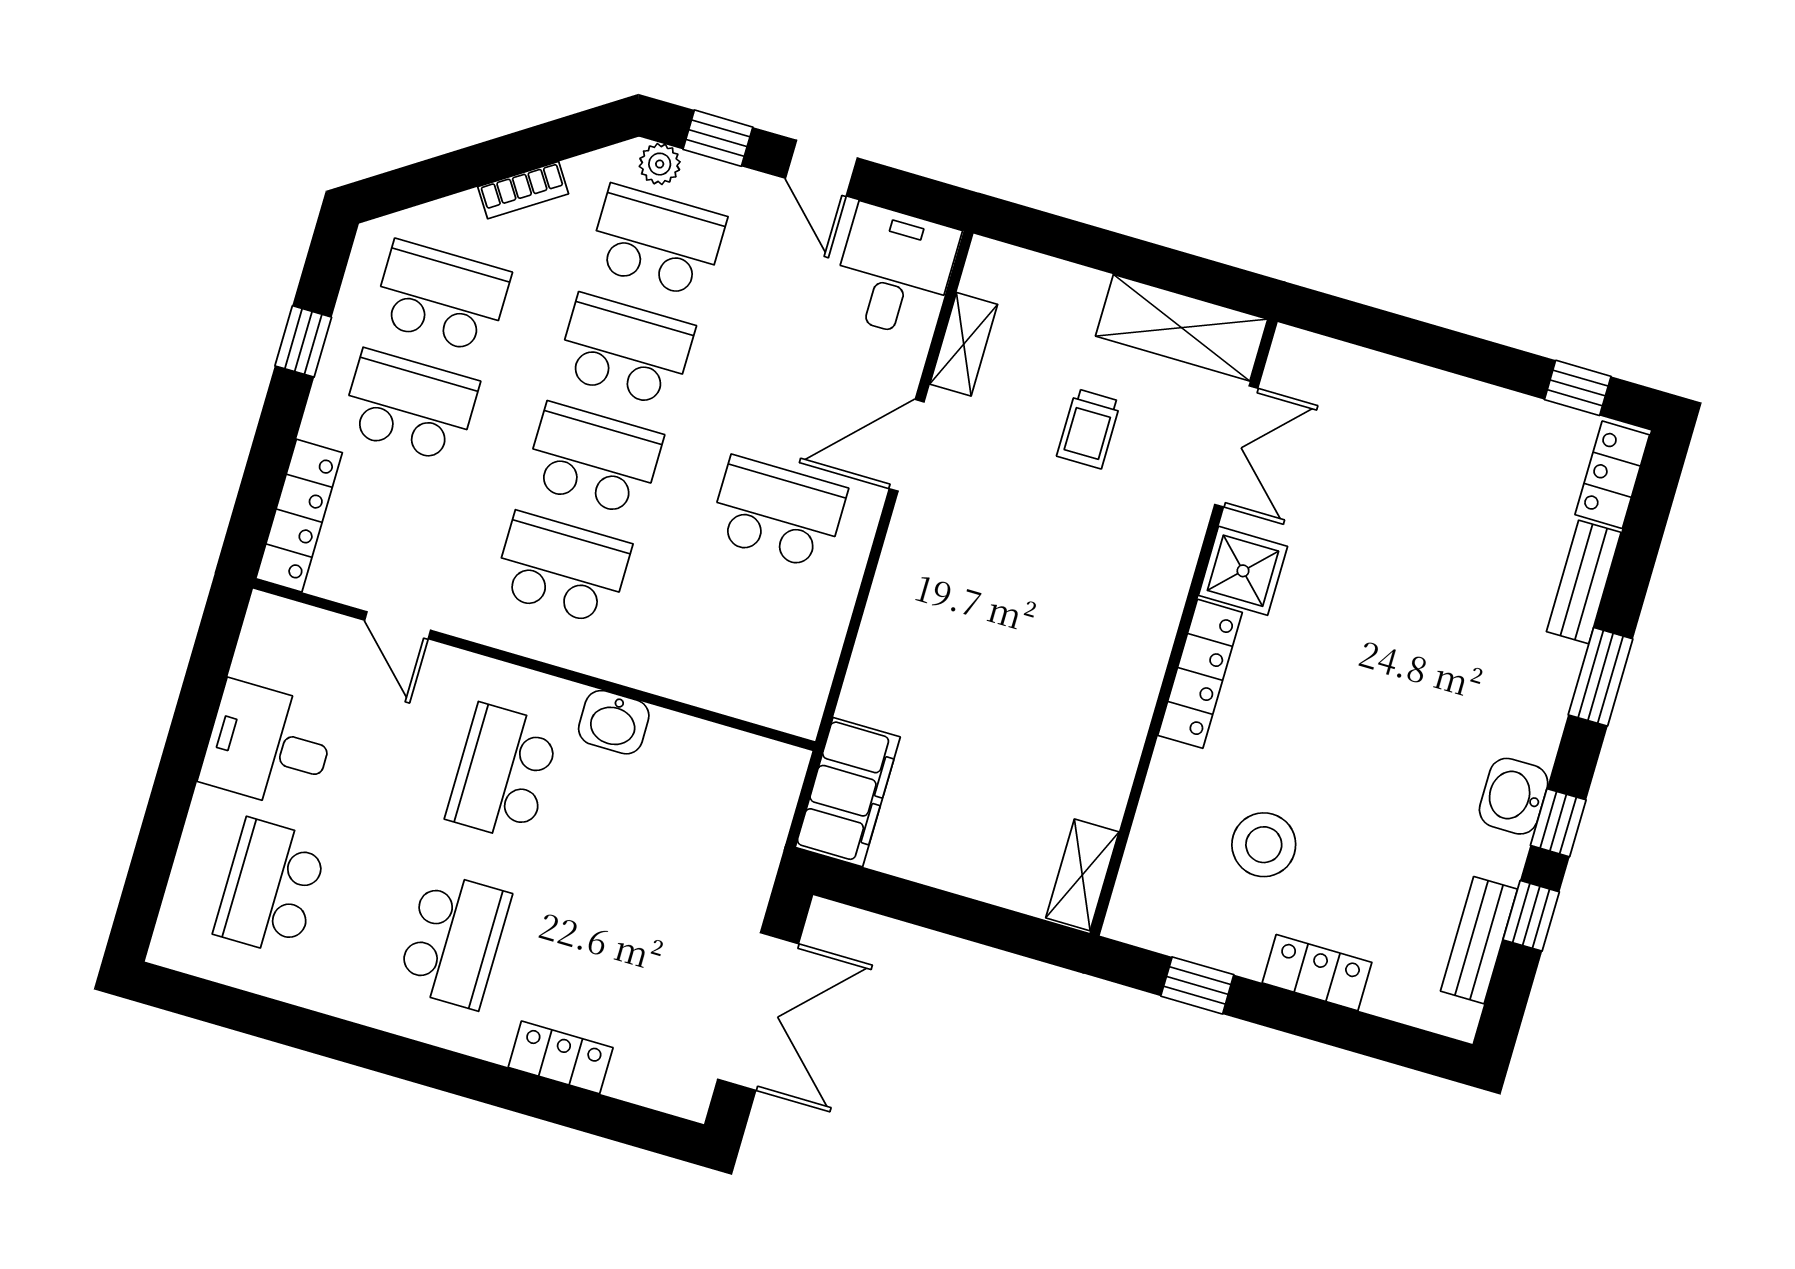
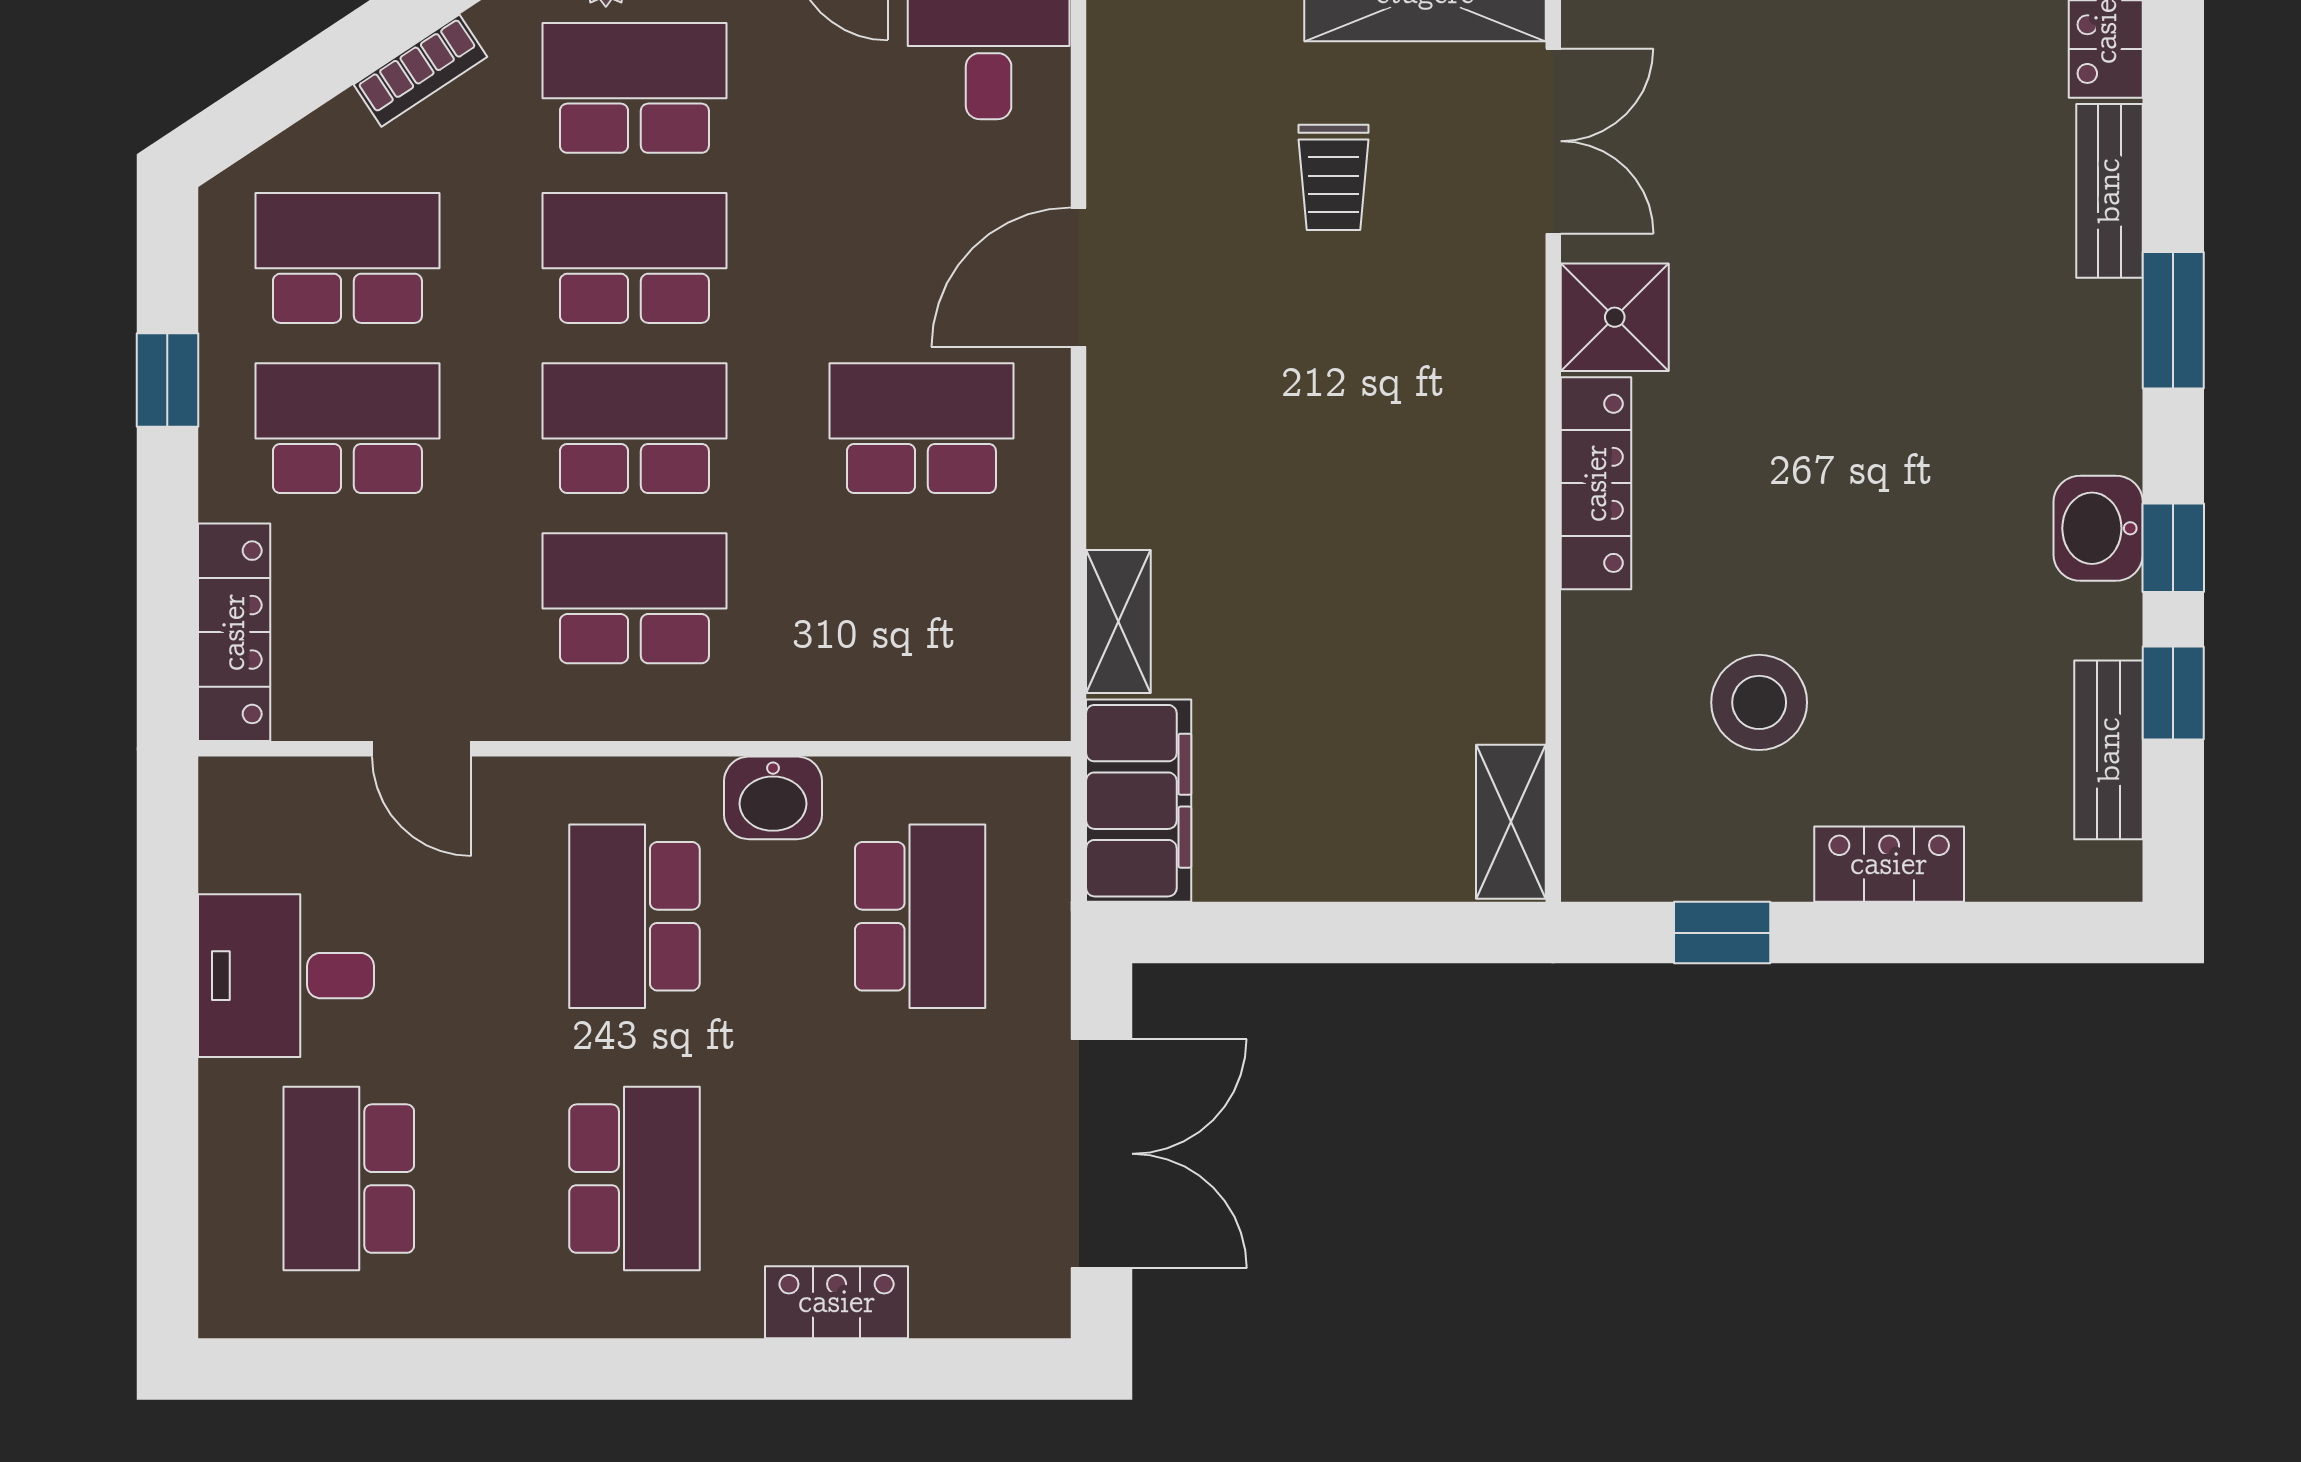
shelving: (964, 344) -> (1118, 622), moved
school desk: (686, 826) -> (920, 916), added

